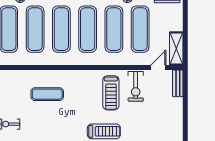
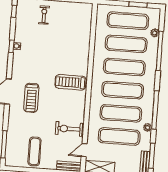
door: (158, 68) -> (84, 150), swing flipped
treadmill: (111, 93) -> (70, 82), moved
exercise mat: (47, 94) -> (35, 151), moved

